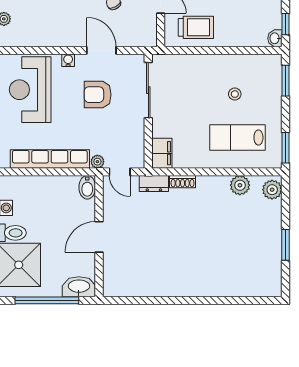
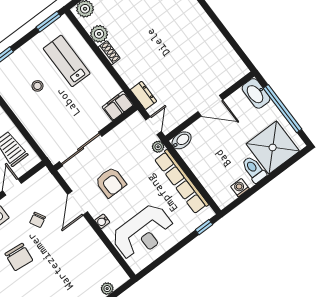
lab bench: (237, 137) -> (67, 61), turned 180
shoe rack: (183, 182) -> (109, 53), moved

